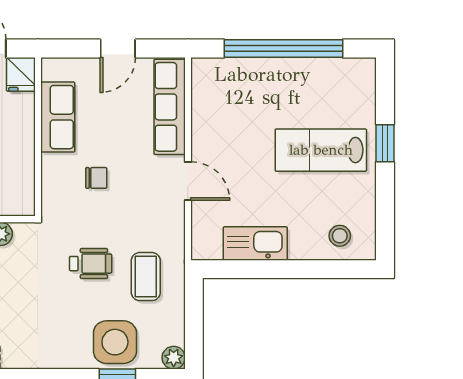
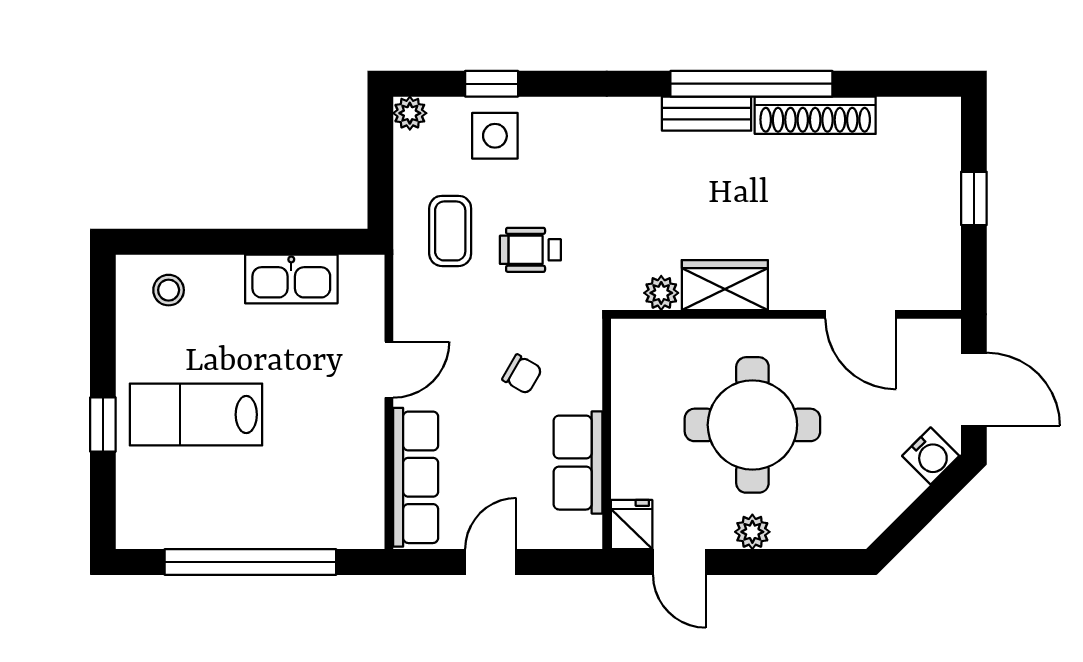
lab bench: (321, 150) -> (196, 415), turned 180
chair: (96, 178) -> (522, 374), turned -150
door: (188, 181) -> (389, 370), swing flipped
side table: (115, 342) -> (495, 136), width x0.73, depth x0.73

